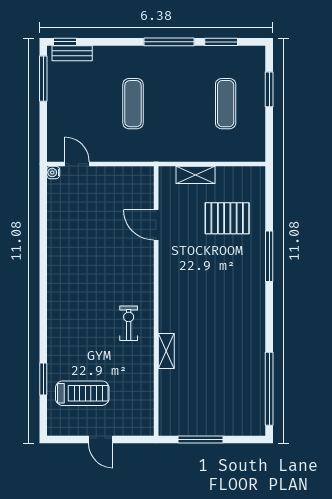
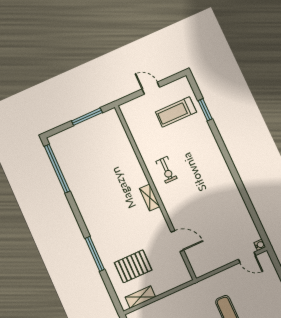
shelving: (195, 175) -> (140, 297), moved
shelving: (166, 351) -> (150, 197), moved

